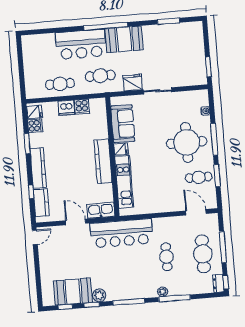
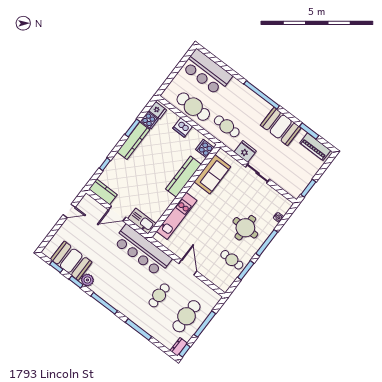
piano: (184, 29) -> (315, 147), added
booth: (124, 39) -> (281, 127), moved
bar counter: (81, 44) -> (207, 72), moved
cafe table: (60, 84) -> (193, 107), width x1.37, depth x1.35
cooker: (82, 107) -> (205, 149), moved, turned 90
round table: (187, 142) -> (245, 228), width x0.73, depth x0.73
fridge: (121, 149) -> (195, 191), removed
kitchen counter: (103, 161) -> (183, 177), moved
kitchen counter: (38, 168) -> (133, 141), moved
kitchen counter: (41, 203) -> (103, 192), moved, turned -90
door: (196, 212) -> (188, 267), moved
door: (76, 222) -> (117, 214), swing flipped
door: (35, 237) -> (69, 211), moved
plant: (163, 292) -> (134, 318), removed

